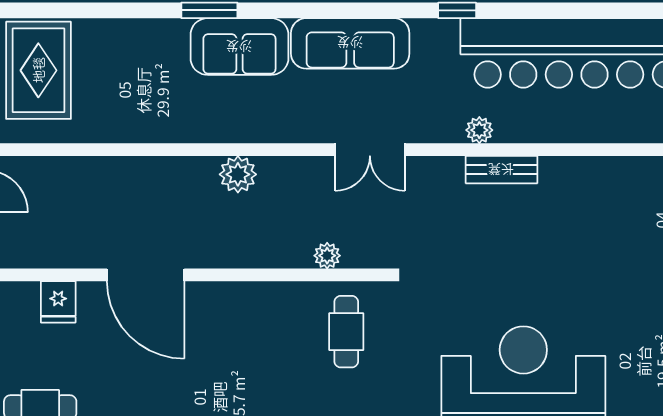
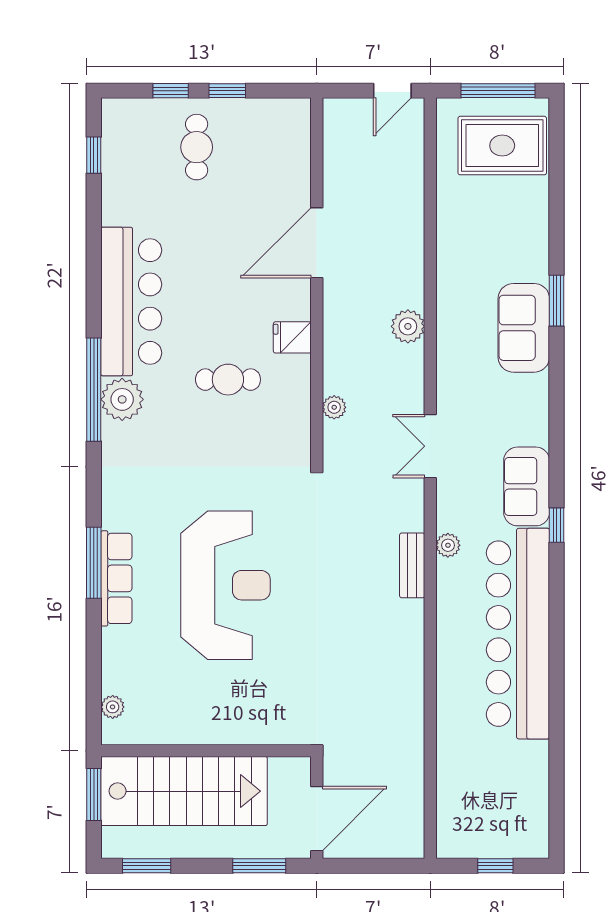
sofa: (350, 43) -> (527, 486), moved, width x0.73
fridge: (58, 302) -> (292, 337), moved
cafe table: (346, 332) -> (228, 380), moved

